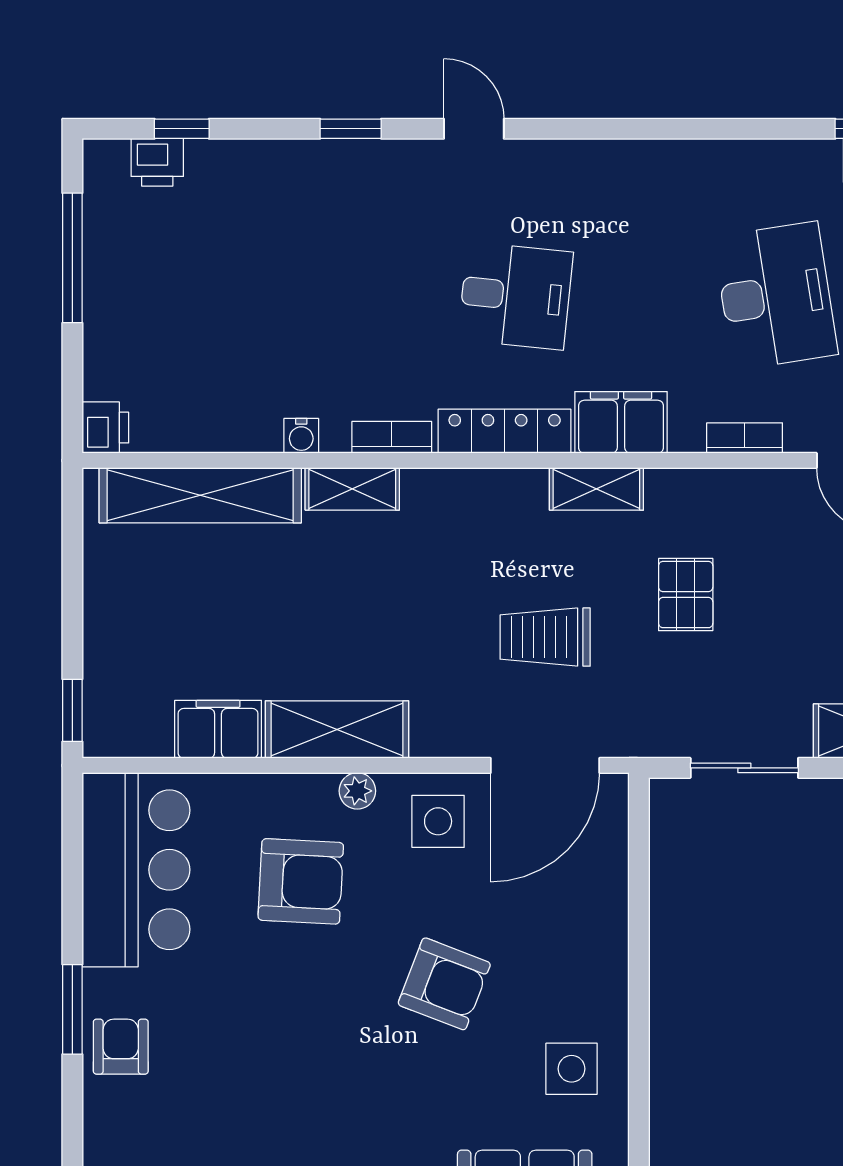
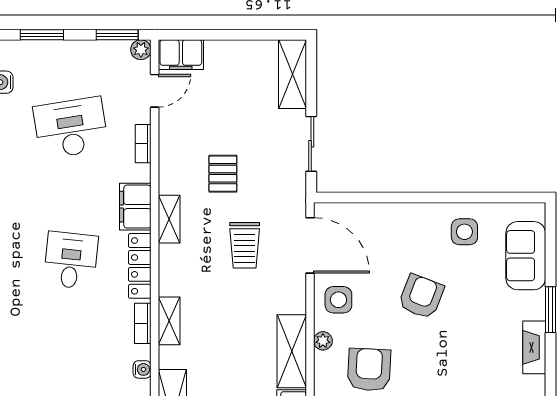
shelving: (352, 489) -> (169, 321), moved
pallet: (686, 595) -> (223, 174), turned 90

